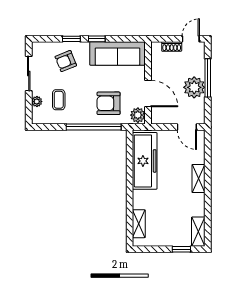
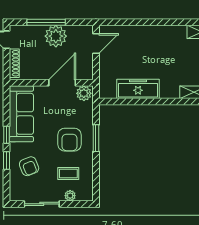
shoe rack: (172, 46) -> (14, 63), width x1.43
armchair: (109, 103) -> (69, 140), moved
window: (94, 127) -> (96, 138), width x0.47
freezer: (145, 161) -> (138, 89), width x0.73, depth x0.79
shelving: (199, 179) -> (148, 32), removed

